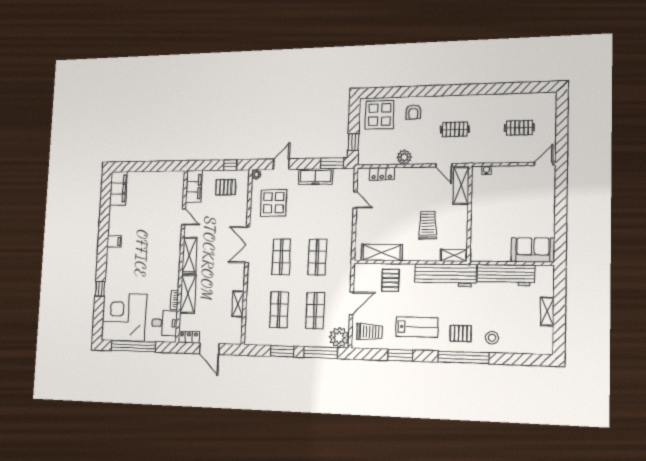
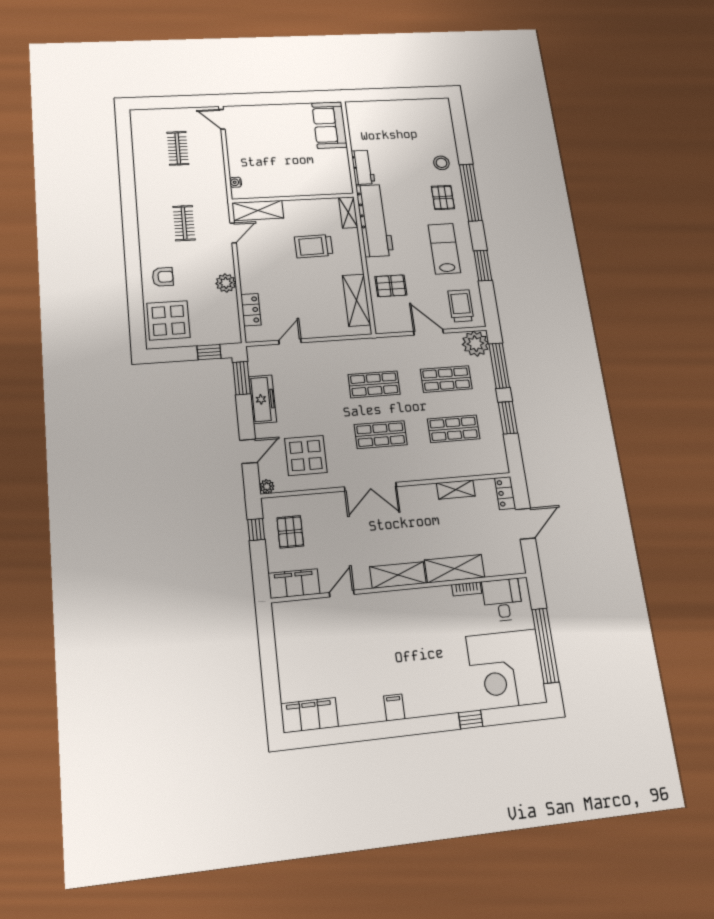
door: (281, 164) -> (249, 451), swing flipped
workbench: (506, 275) -> (363, 167), width x0.53, depth x0.76
shelving: (547, 311) -> (400, 106), removed
locker: (189, 337) -> (505, 493), moved

